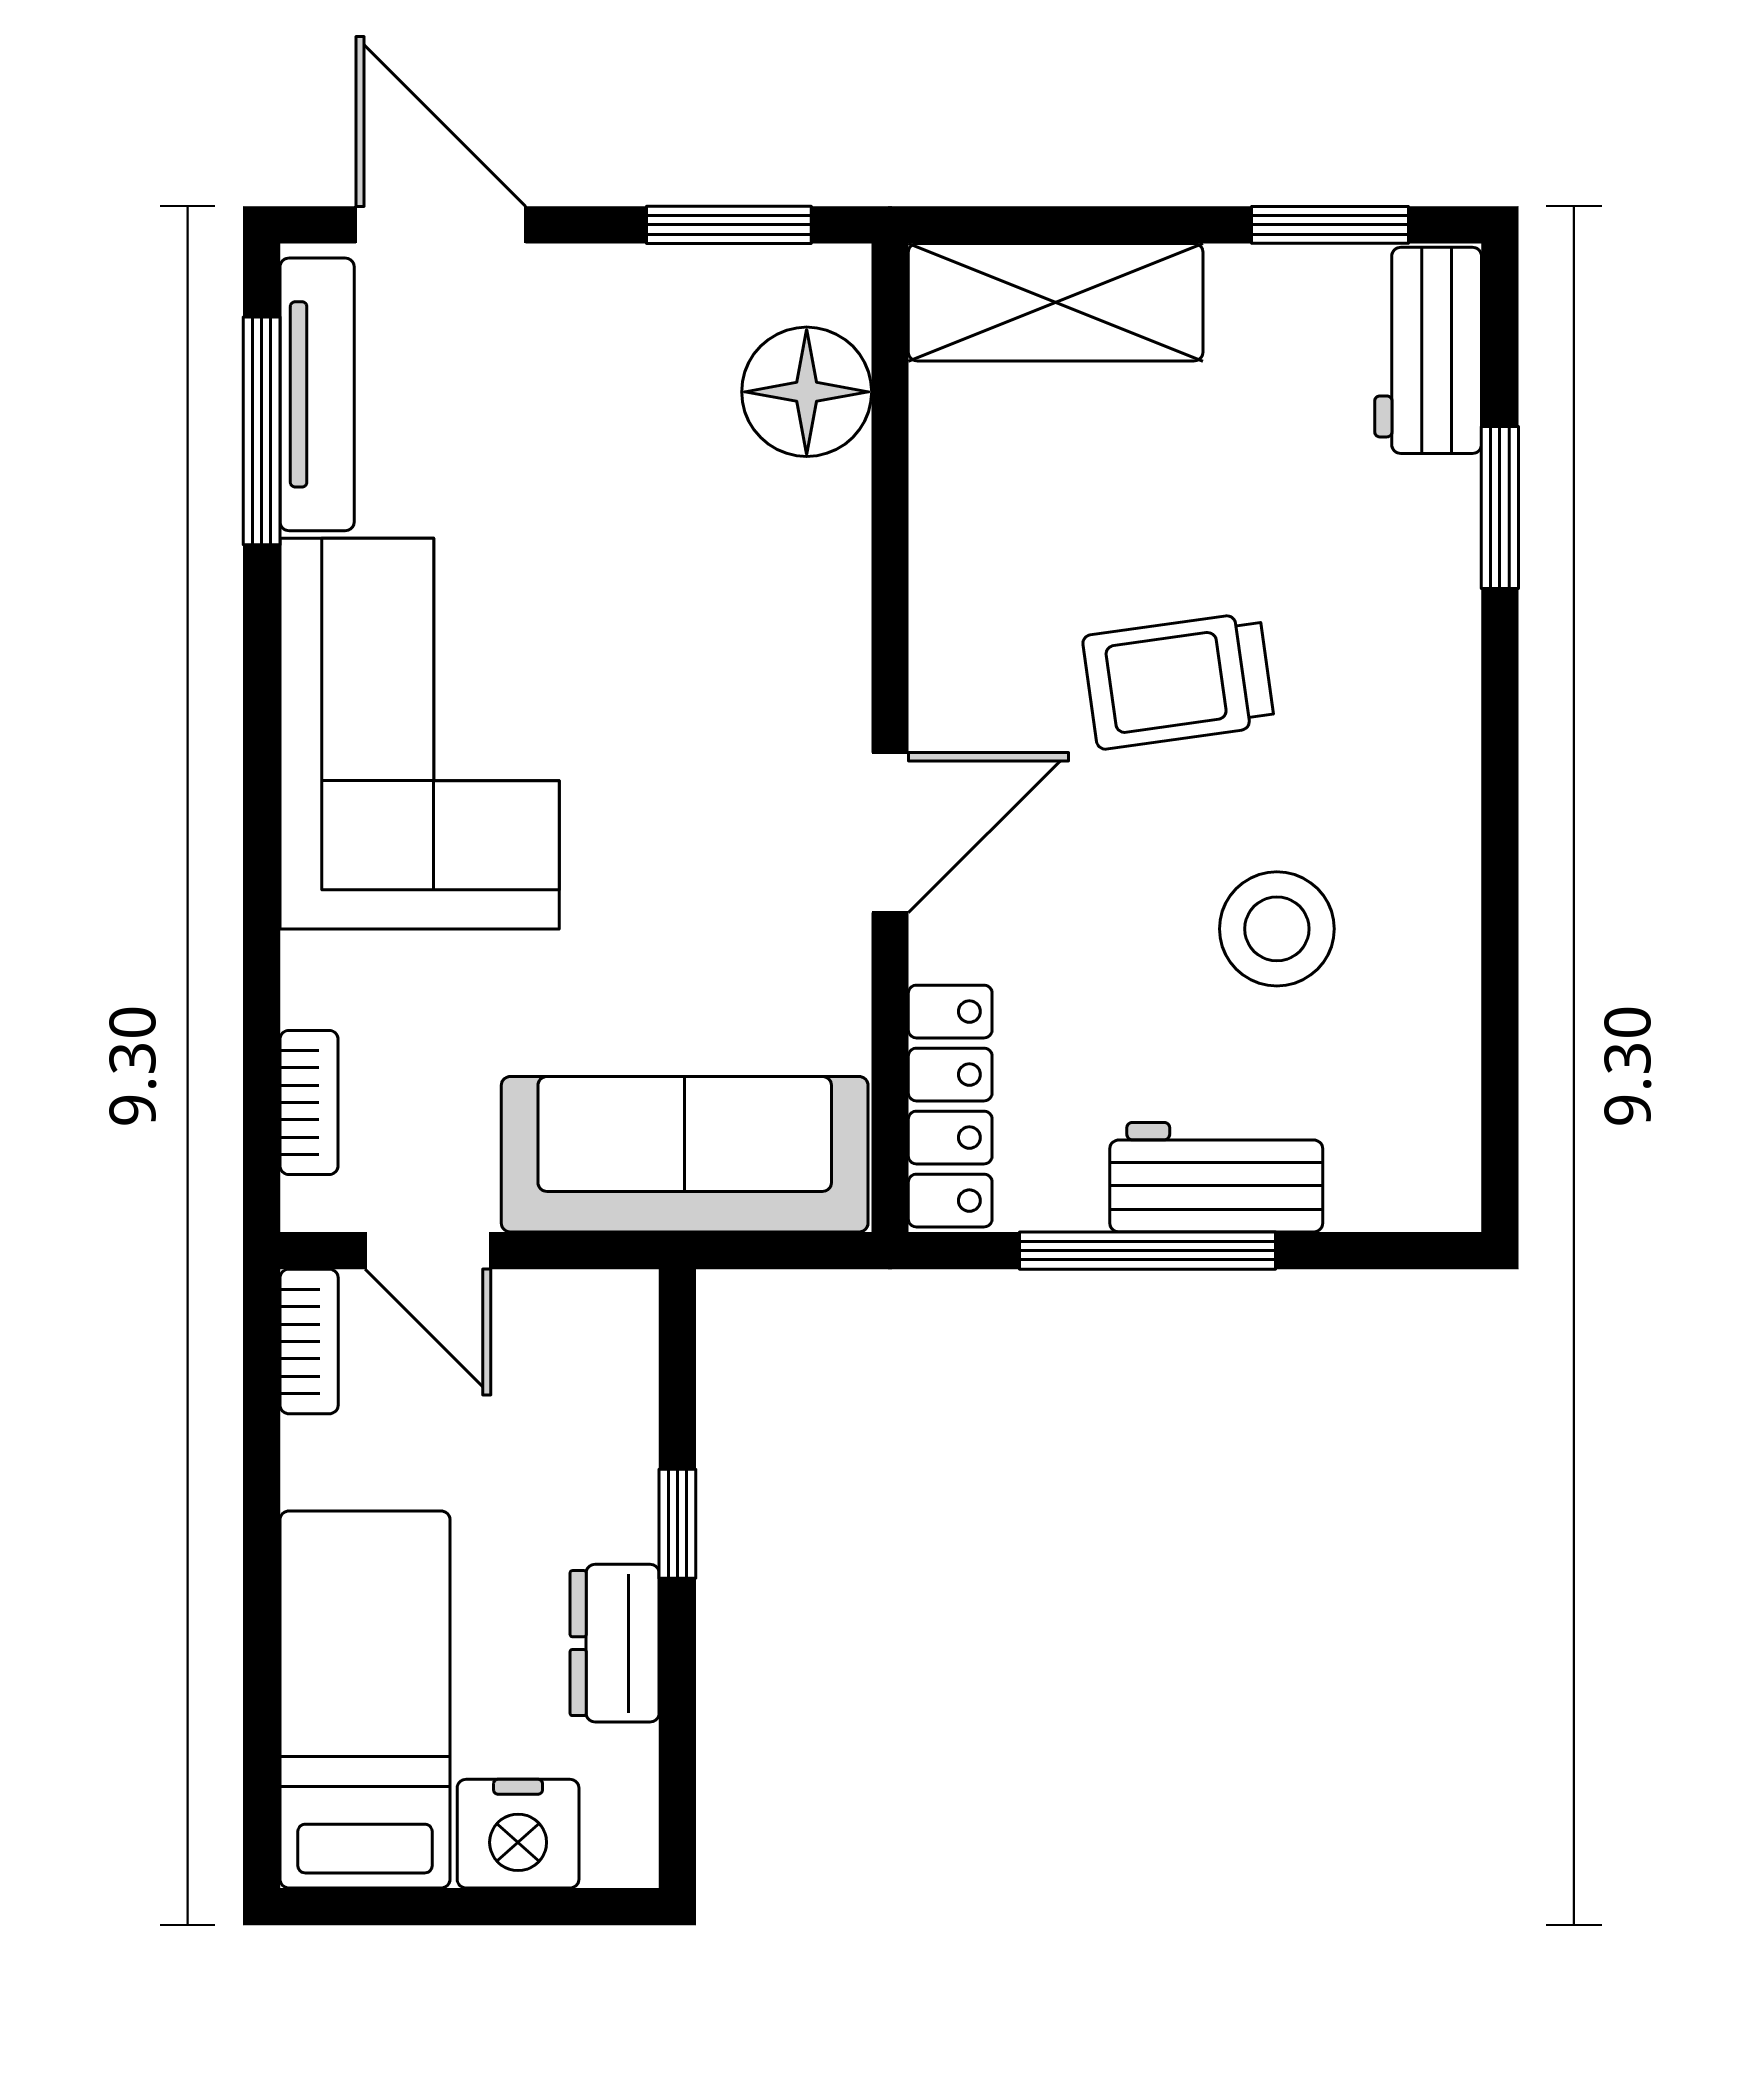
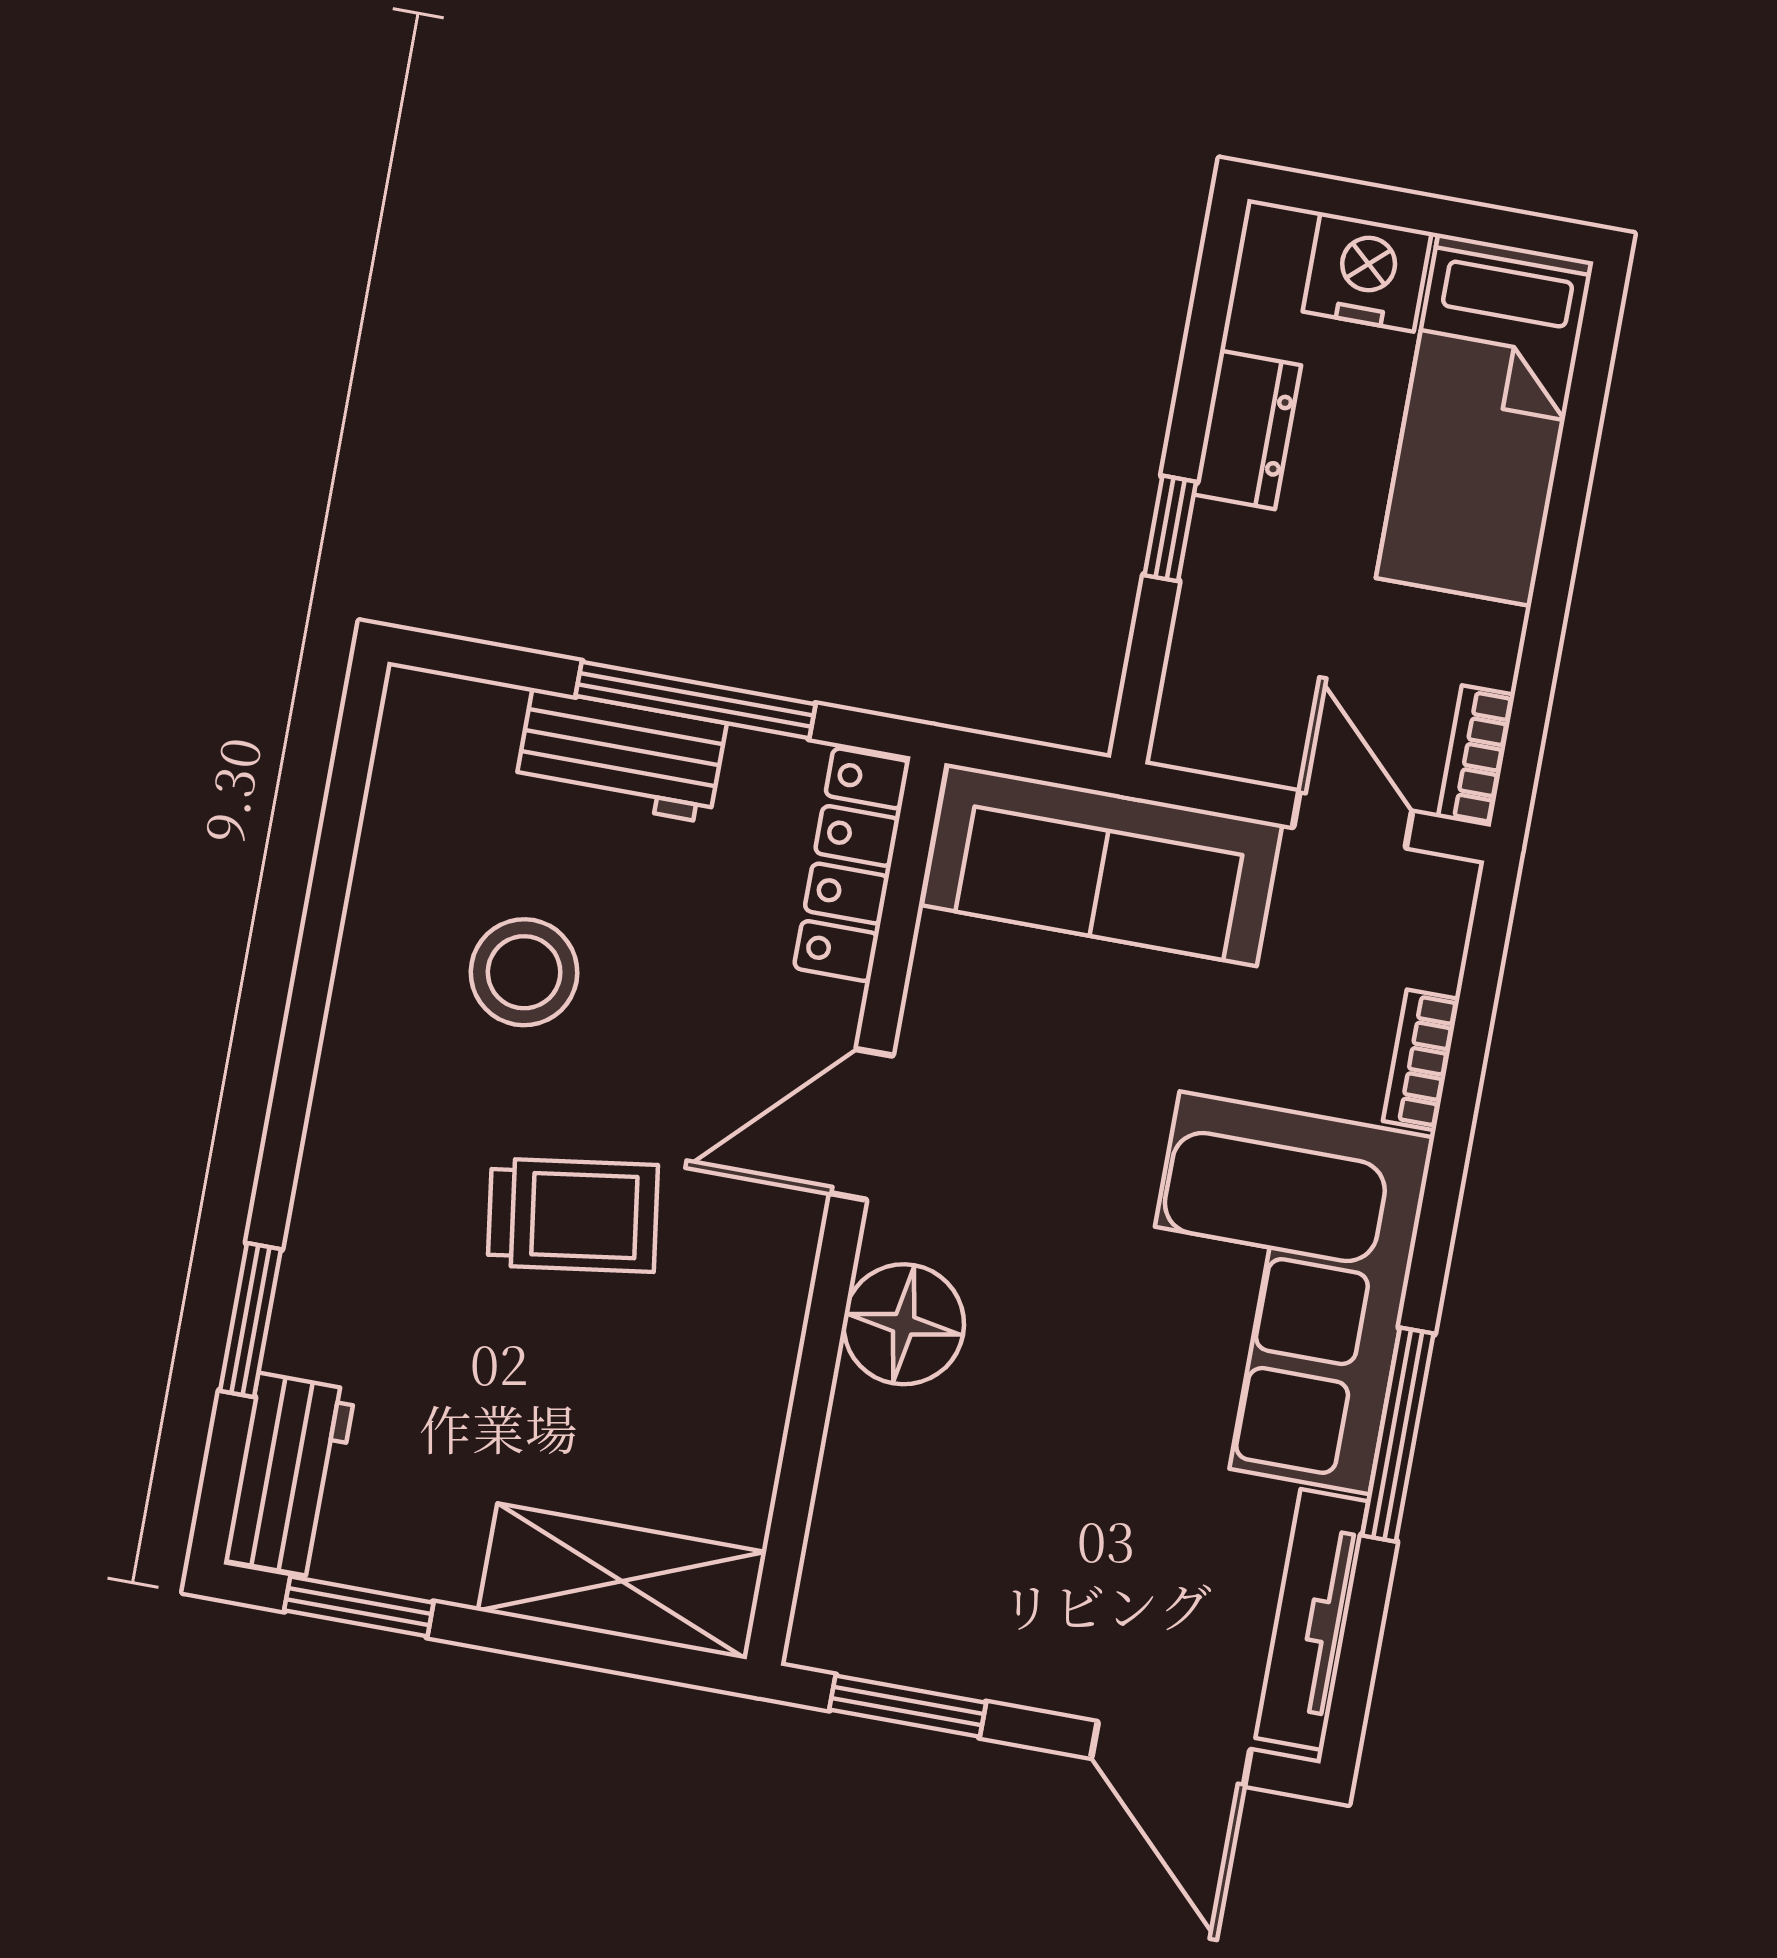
floor lamp: (807, 392) -> (904, 1324), moved
window: (262, 431) -> (1398, 1435), moved
bookcase: (309, 1102) -> (1421, 1060), moved

